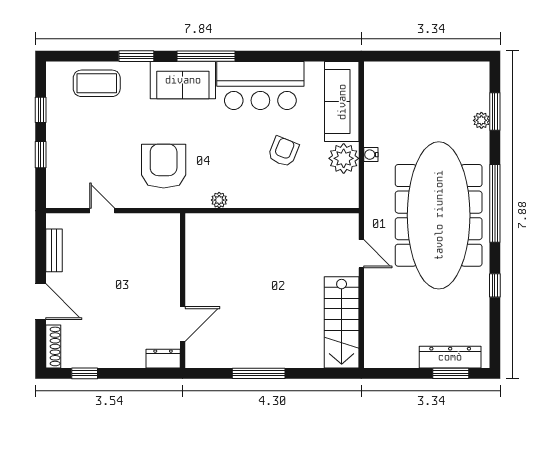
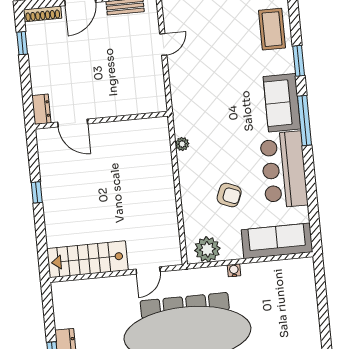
plant: (344, 158) -> (207, 249), moved
armchair: (164, 166) -> (207, 93), removed
window: (259, 373) -> (37, 192), width x0.46

